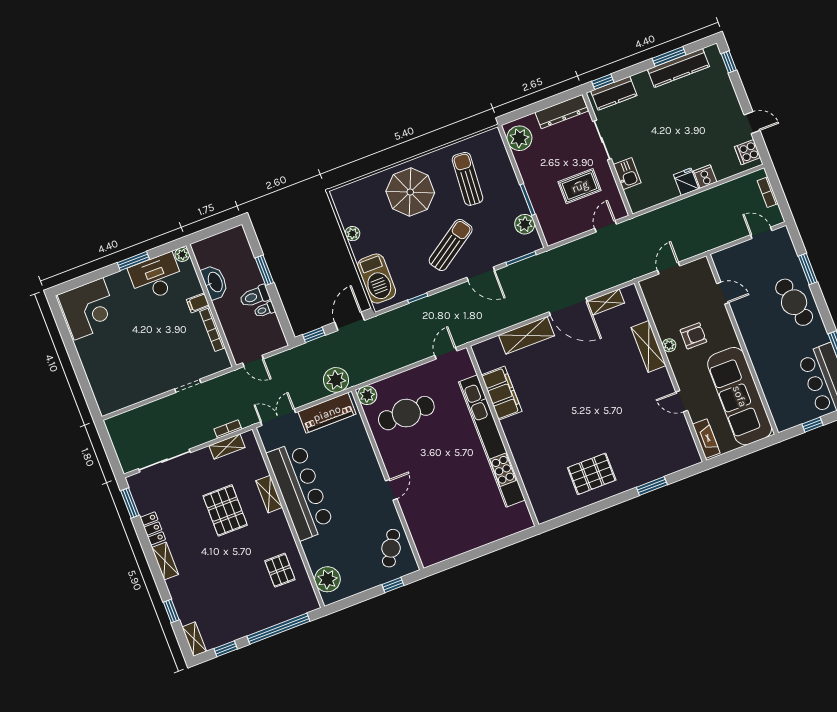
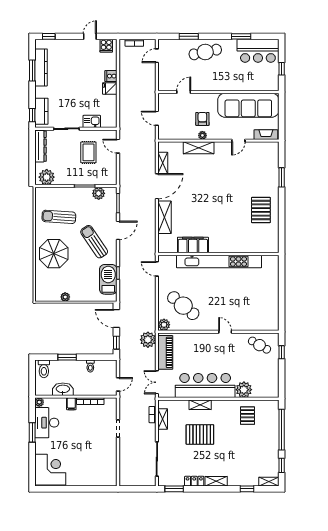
barbecue: (377, 279) -> (108, 279), moved, turned -90
toilet: (255, 296) -> (44, 369), moved
cafe table: (406, 413) -> (183, 306), turned -50
pallet: (280, 570) -> (247, 416), turned 90
plant: (327, 579) -> (244, 390), moved

